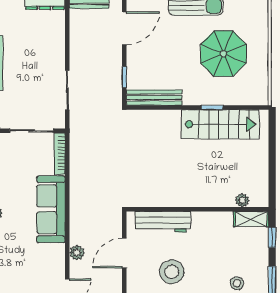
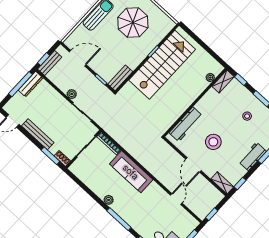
door: (124, 28) -> (78, 58), hinge flipped
bench: (154, 98) -> (120, 78), width x0.73
stairs: (220, 124) -> (162, 65), width x1.36, depth x1.51
plant: (77, 253) -> (72, 94), moved
door: (124, 253) -> (193, 165), moved

